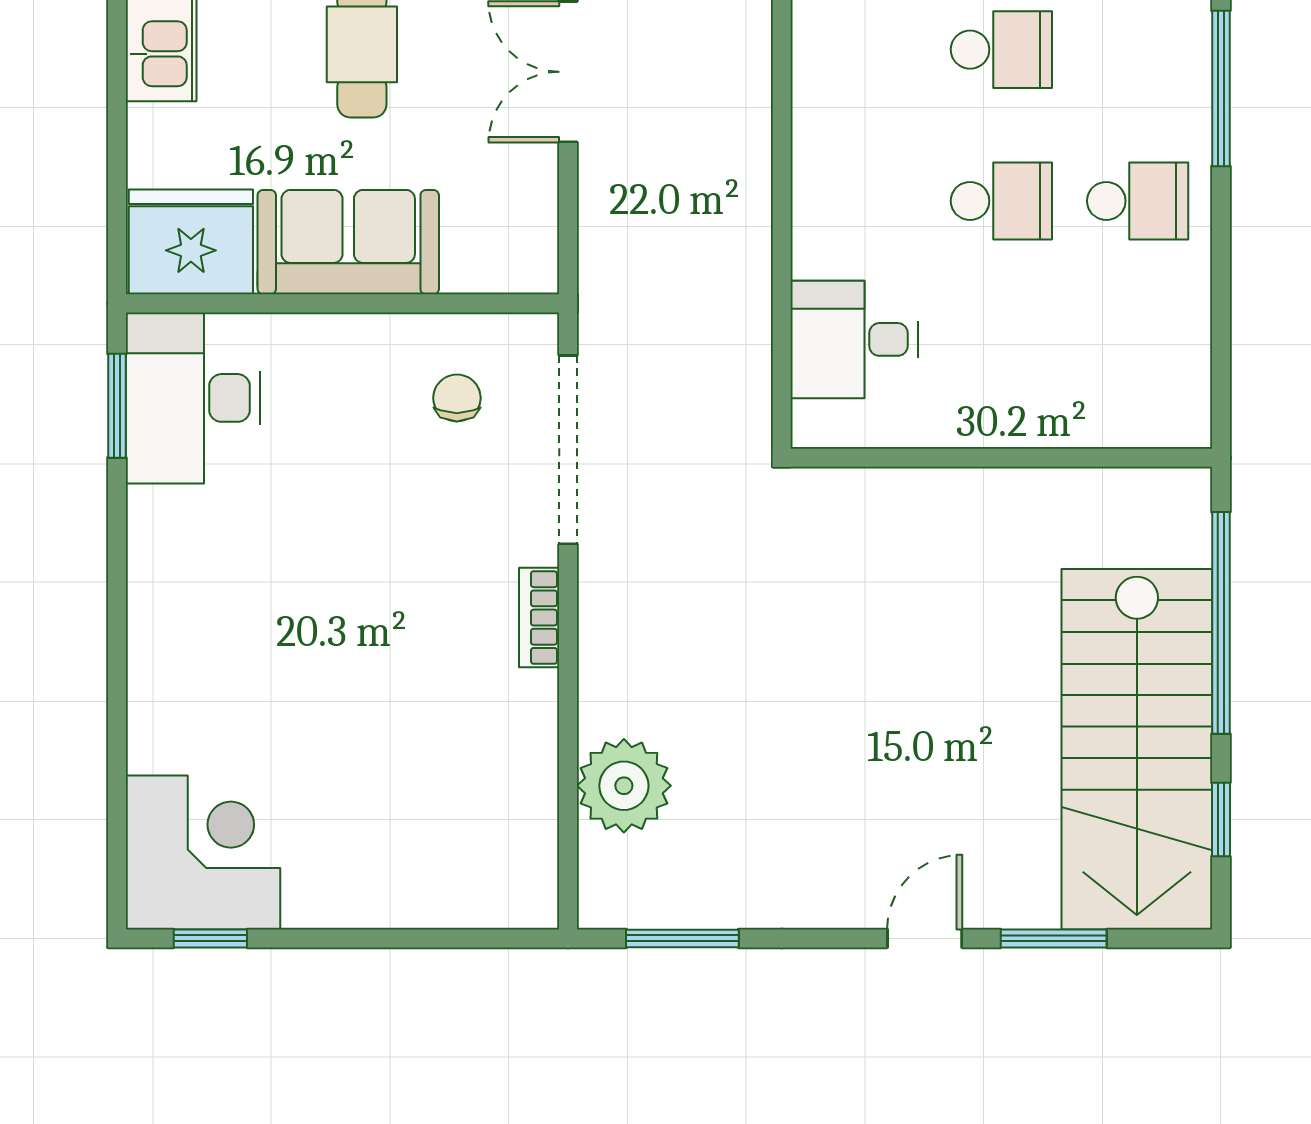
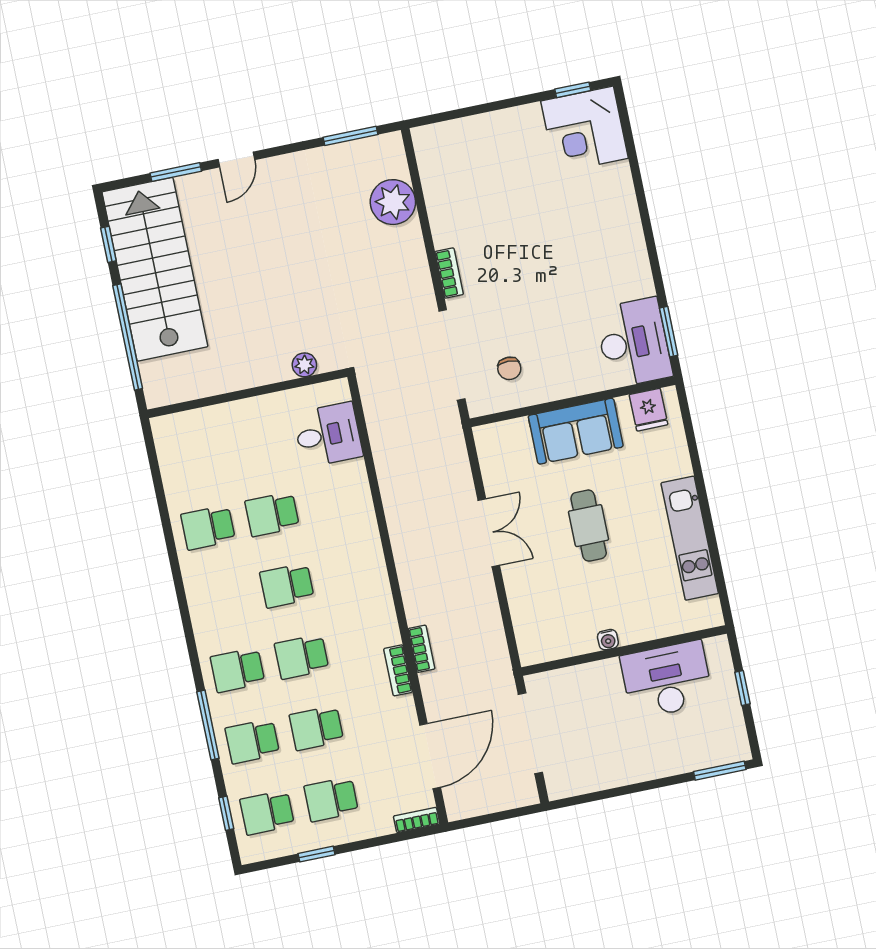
window: (1221, 88) -> (180, 589), removed
fridge: (191, 242) -> (649, 410), width x0.53, depth x0.75
plant: (873, 492) -> (304, 365), added

